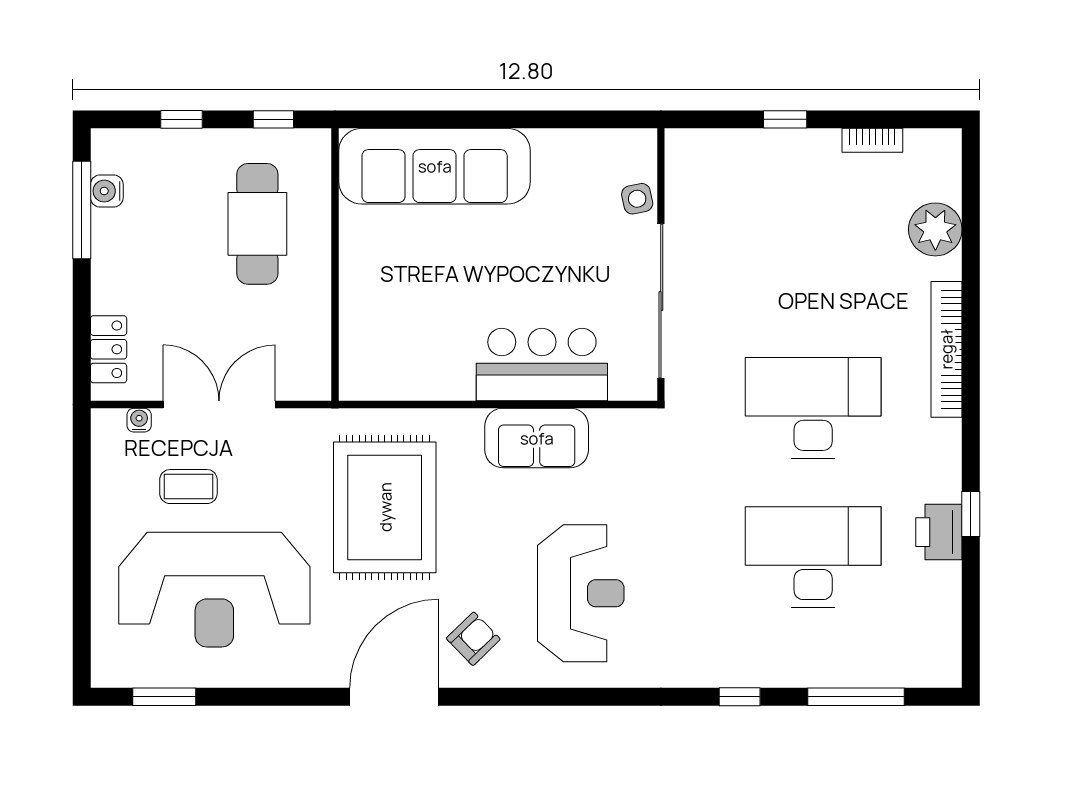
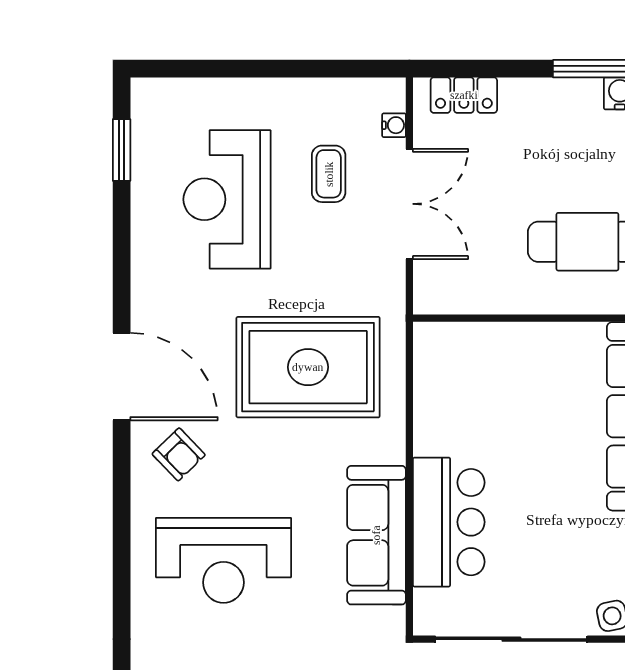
sofa: (537, 438) -> (376, 535), width x1.36
reception desk: (214, 590) -> (227, 199), width x0.74, depth x0.77

